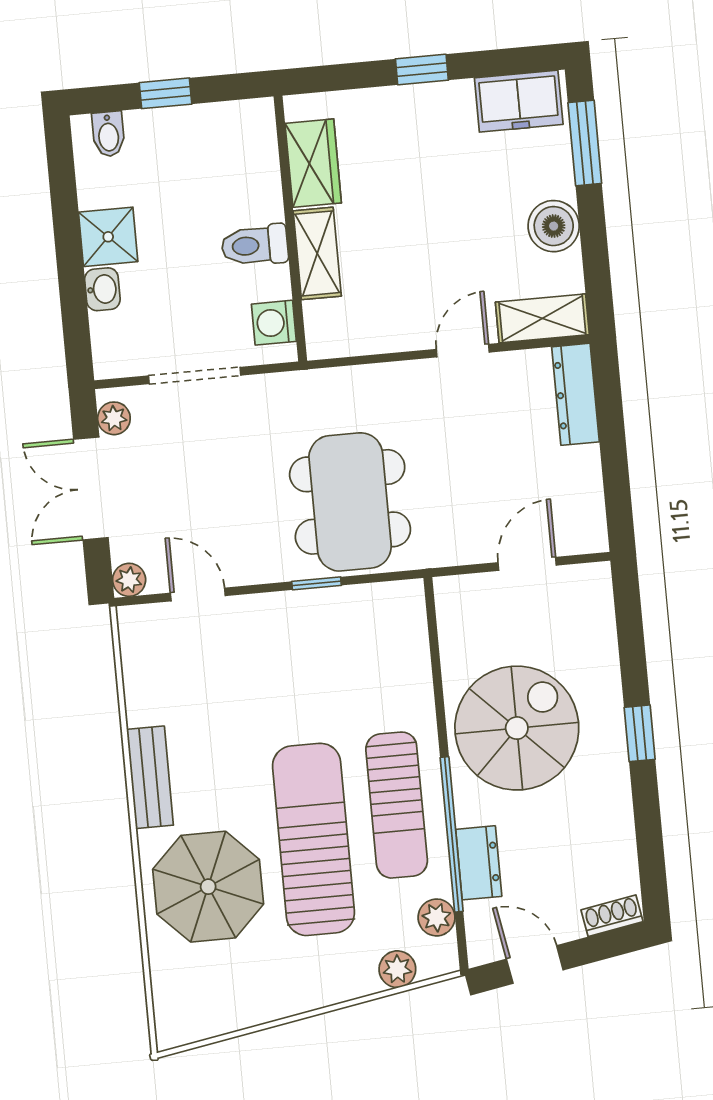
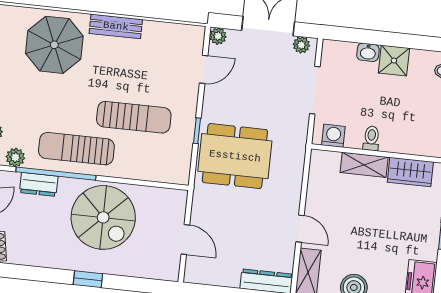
toilet: (255, 245) -> (371, 138), width x0.73, depth x0.72
sun lounger: (313, 839) -> (134, 117), moved, width x0.73, depth x0.75

